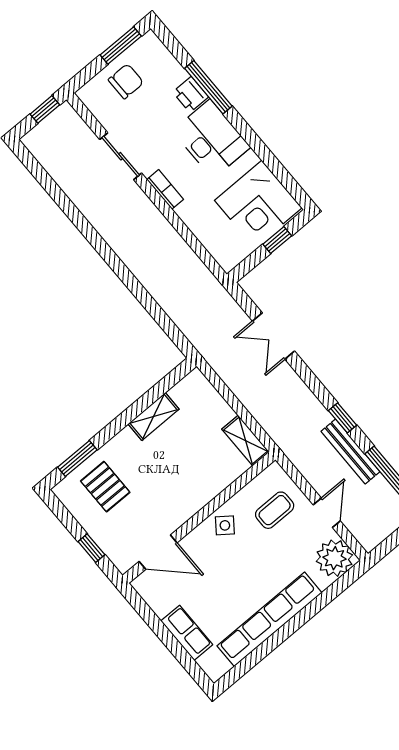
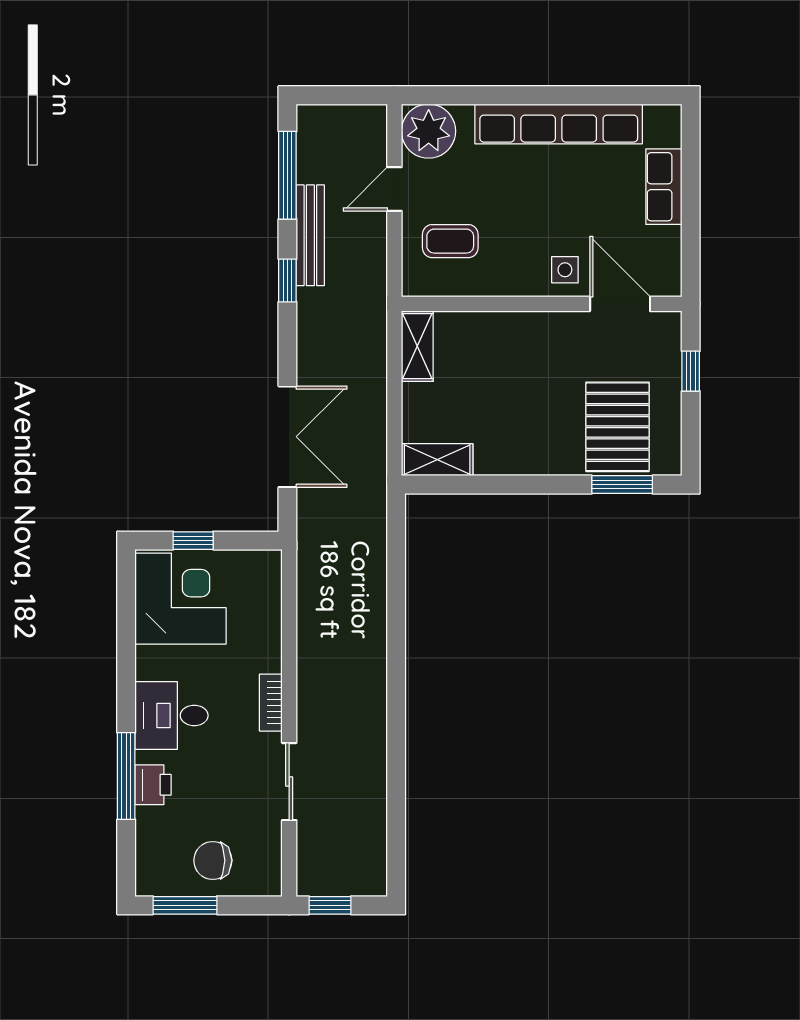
desk: (211, 139) -> (172, 715), width x0.73
double door: (274, 336) -> (287, 437), width x1.37
shelving: (154, 417) -> (437, 460), moved
pallet: (105, 487) -> (617, 427), width x1.50, depth x1.42
side table: (225, 525) -> (565, 270), moved, turned -37

